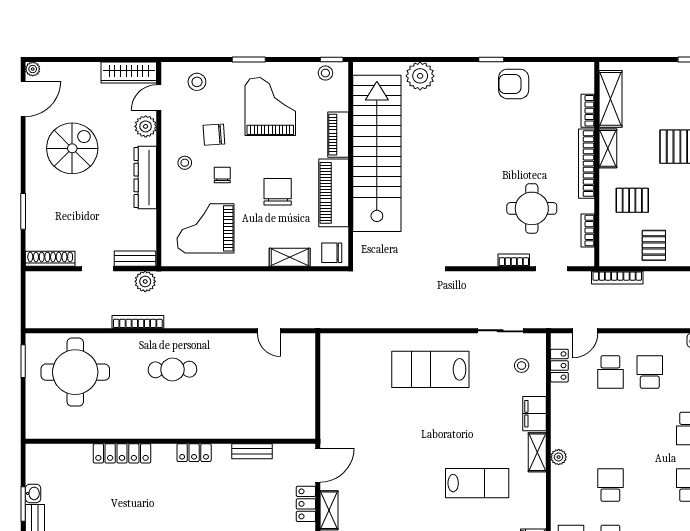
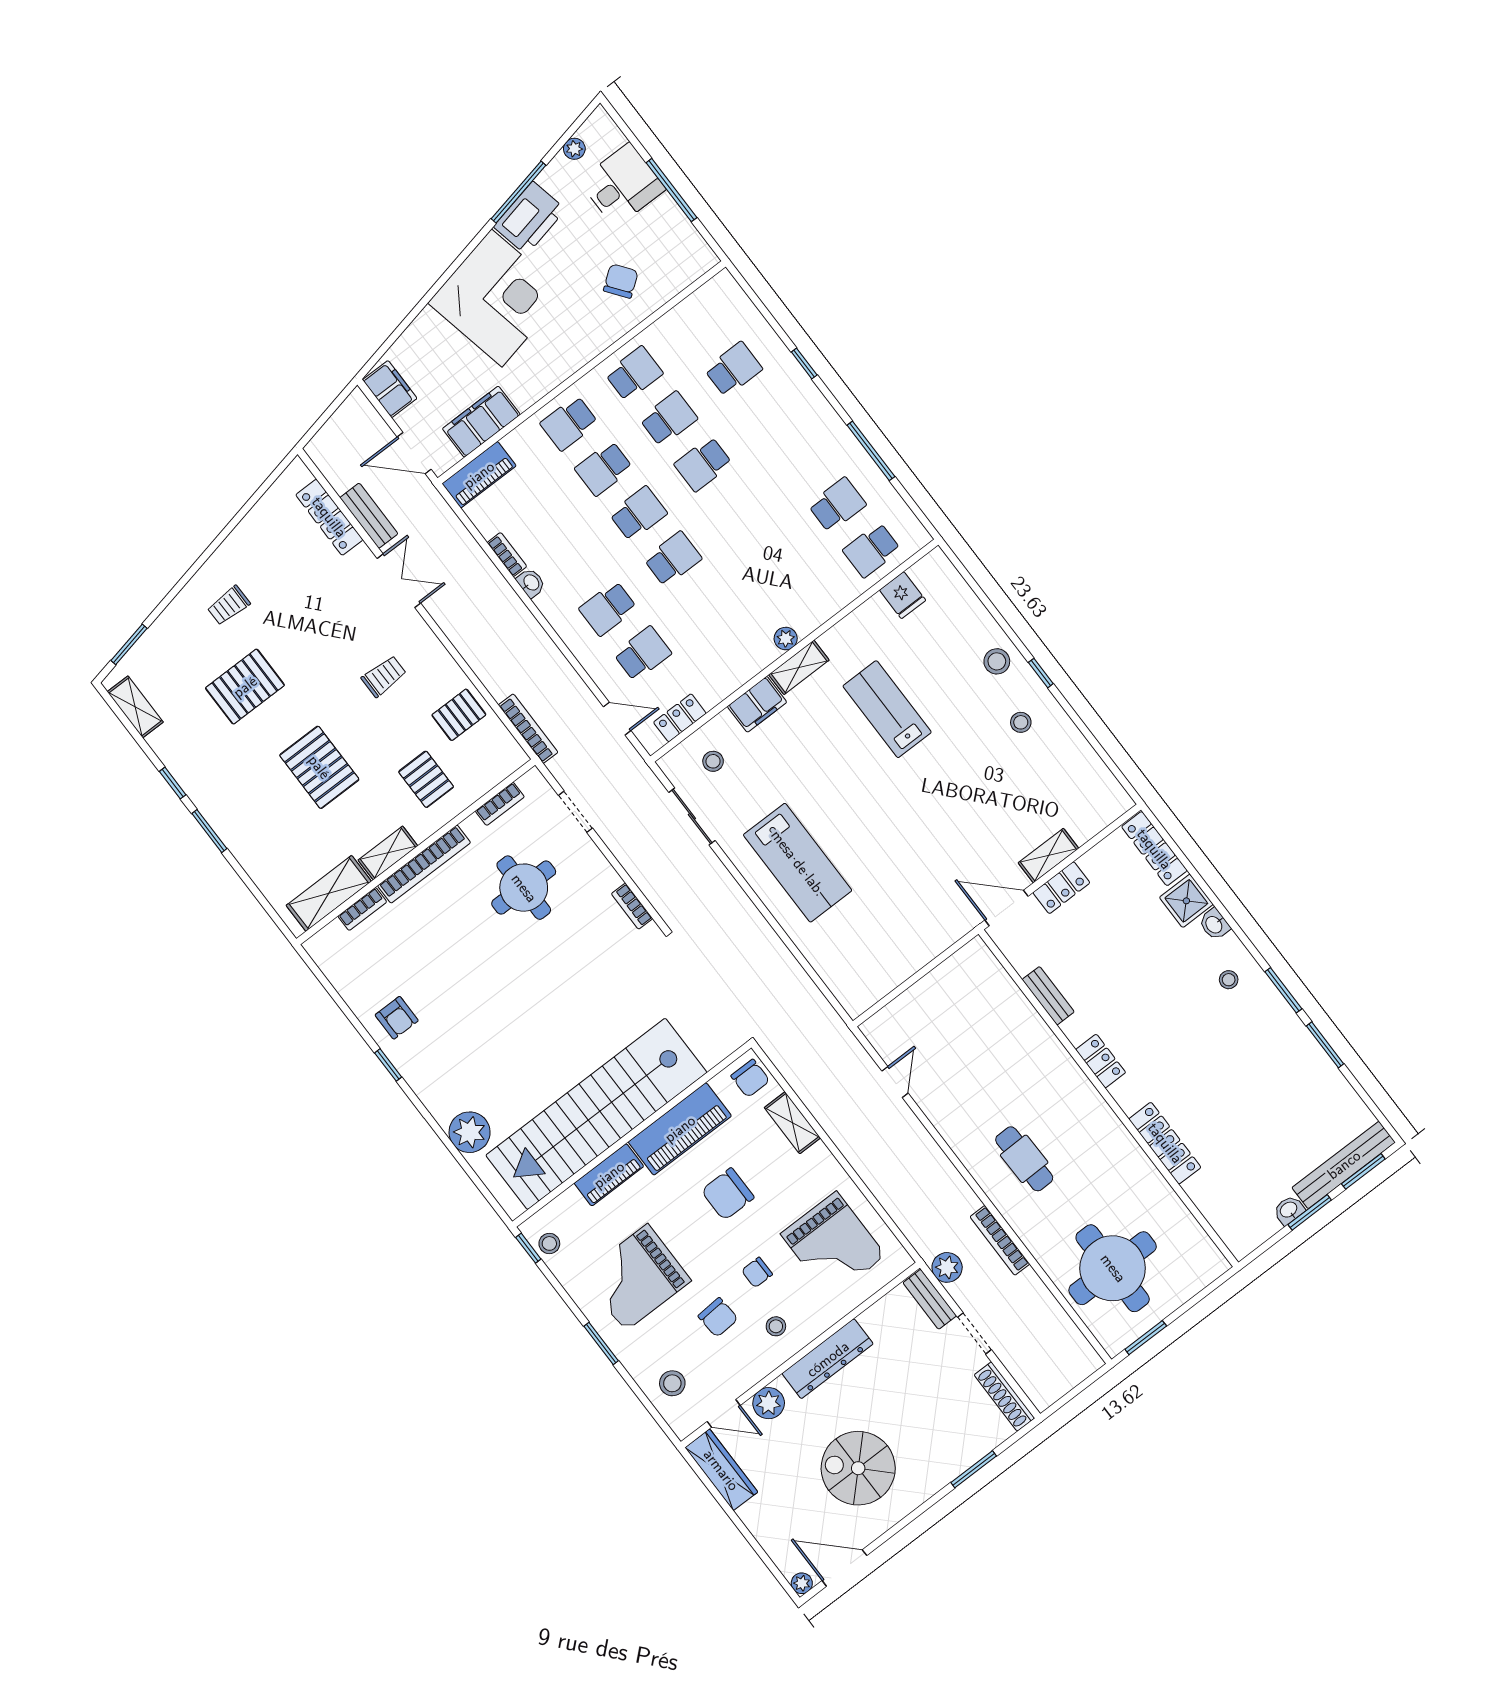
armchair: (514, 84) -> (397, 1018), width x0.72, depth x0.72
bookcase: (514, 260) -> (632, 906), moved
school desk: (610, 485) -> (673, 559), moved, turned 180

